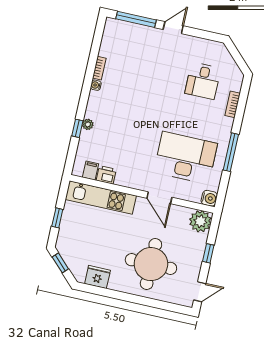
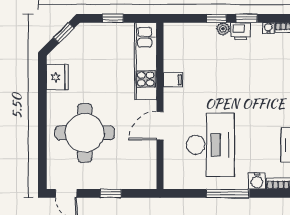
window: (83, 102) -> (247, 18), added
filing cabinet: (91, 171) -> (173, 80), moved
printer: (106, 175) -> (241, 31), moved, turned 90
water cooler: (209, 198) -> (257, 181), moved
plant: (200, 221) -> (144, 177), removed

